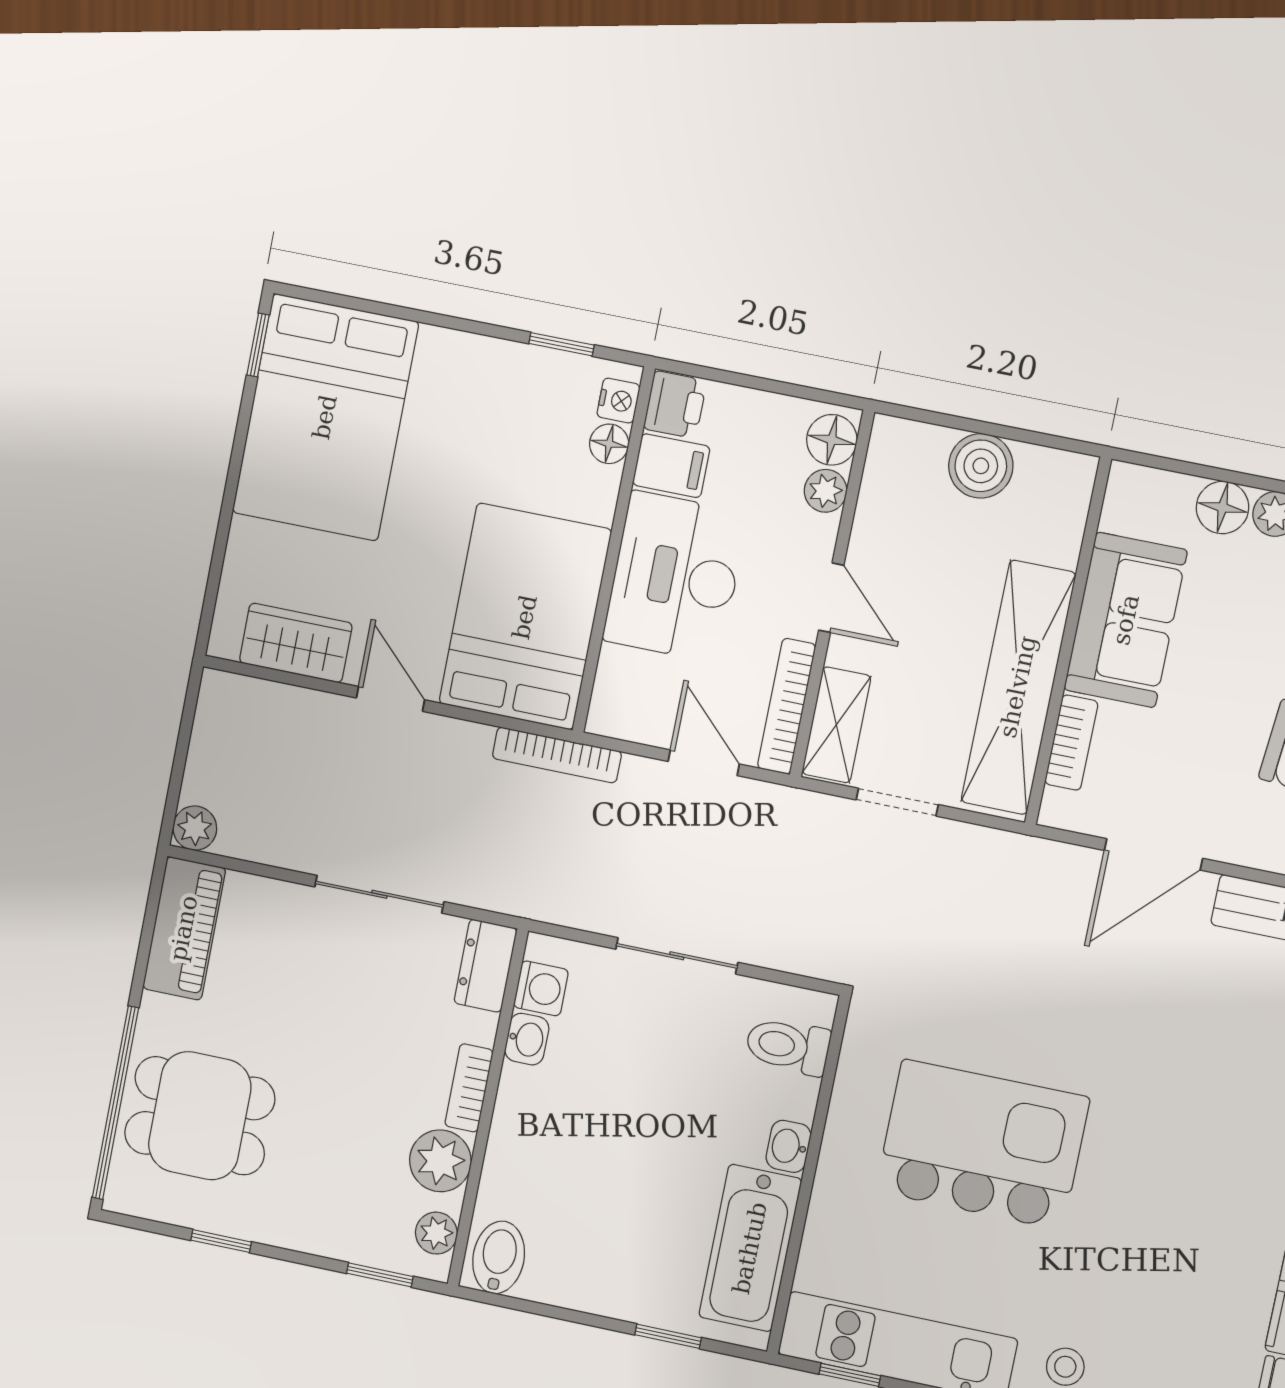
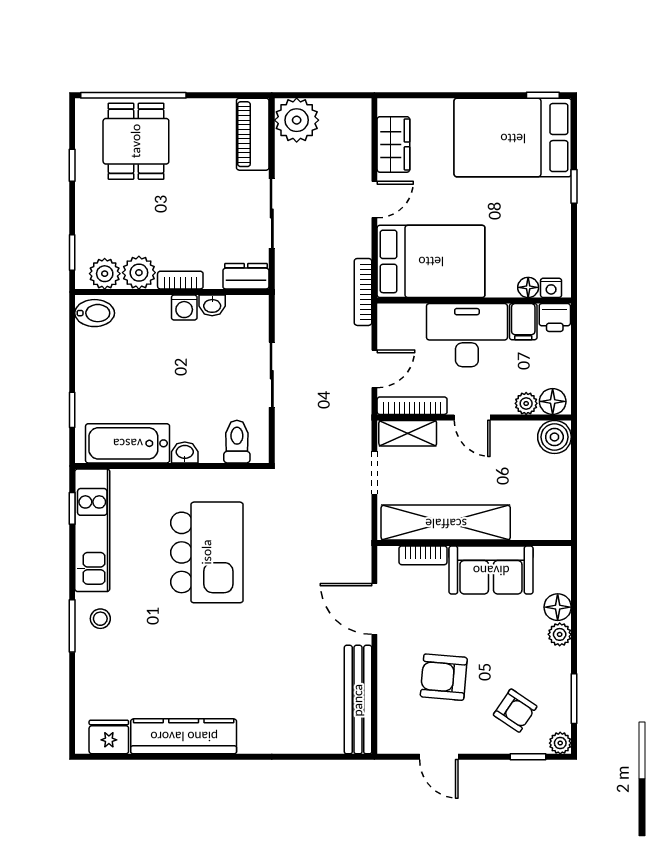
window: (562, 344) -> (574, 186), moved
boiler: (981, 466) -> (554, 437), moved
door: (831, 598) -> (472, 417), hinge flipped
plant: (195, 828) -> (297, 120), width x1.88, depth x1.88
piano: (184, 928) -> (253, 134), moved, turned 90
washing machine: (541, 988) -> (184, 308), moved
plant: (436, 1233) -> (105, 274), width x1.38, depth x1.38

